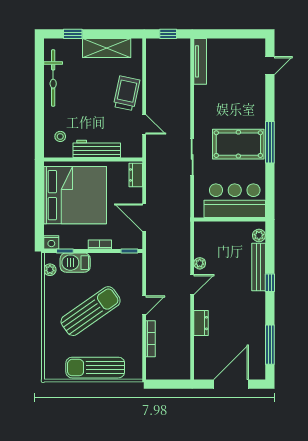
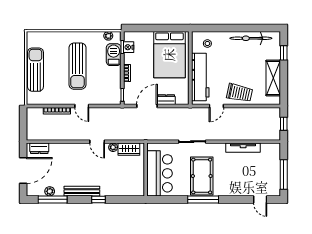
window: (236, 34) -> (284, 175), added
tv unit: (200, 61) -> (243, 148), moved
workbench: (97, 149) -> (200, 77), width x1.36, depth x1.32
dresser: (136, 175) -> (166, 100), moved
bed: (75, 195) -> (169, 55), width x0.73
plant: (259, 235) -> (50, 191), moved
nightstand: (51, 242) -> (129, 47), moved
wardrobe: (202, 242) -> (129, 149), added
bench: (259, 267) -> (82, 191), moved
sun lounger: (91, 311) -> (77, 66), turned 35
dresser: (201, 323) -> (39, 148), moved
door: (231, 384) -> (23, 171), hinge flipped

